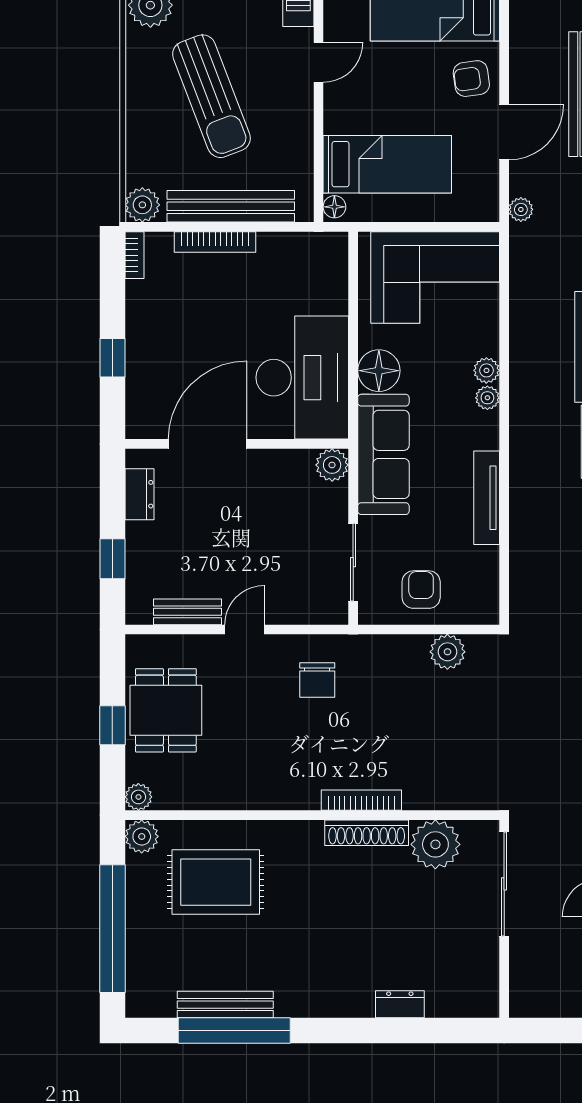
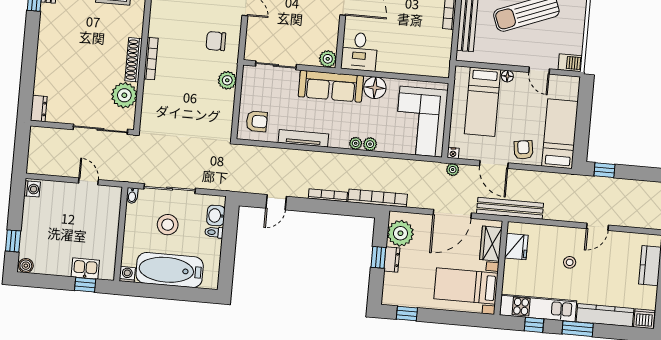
floor lamp: (334, 207) -> (507, 76), moved
nightstand: (489, 212) -> (453, 153), added
desk: (302, 378) -> (359, 52), width x0.53, depth x0.77
armchair: (421, 590) -> (257, 121), moved
plant: (447, 652) -> (227, 80), moved
dresser: (400, 1004) -> (39, 109), moved

